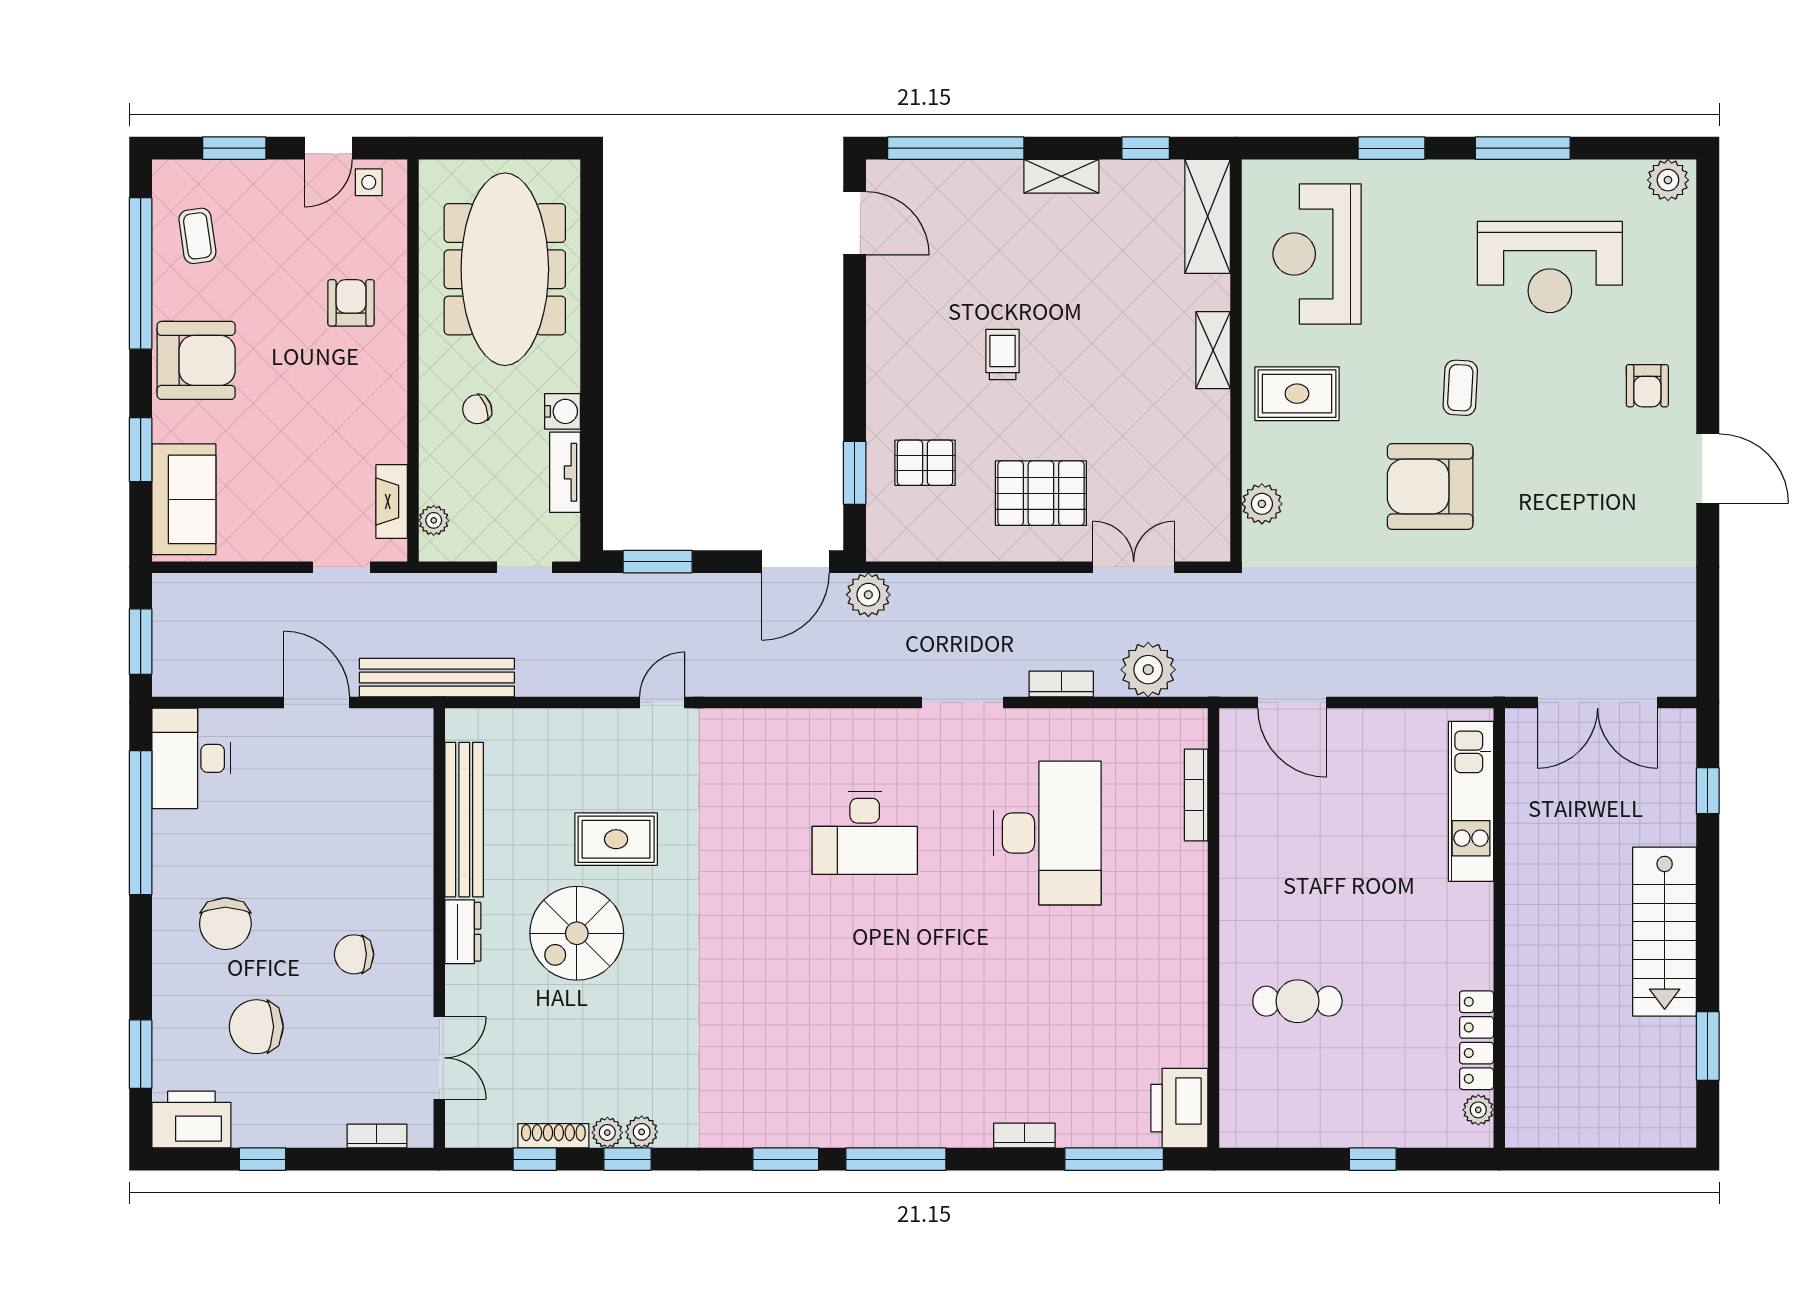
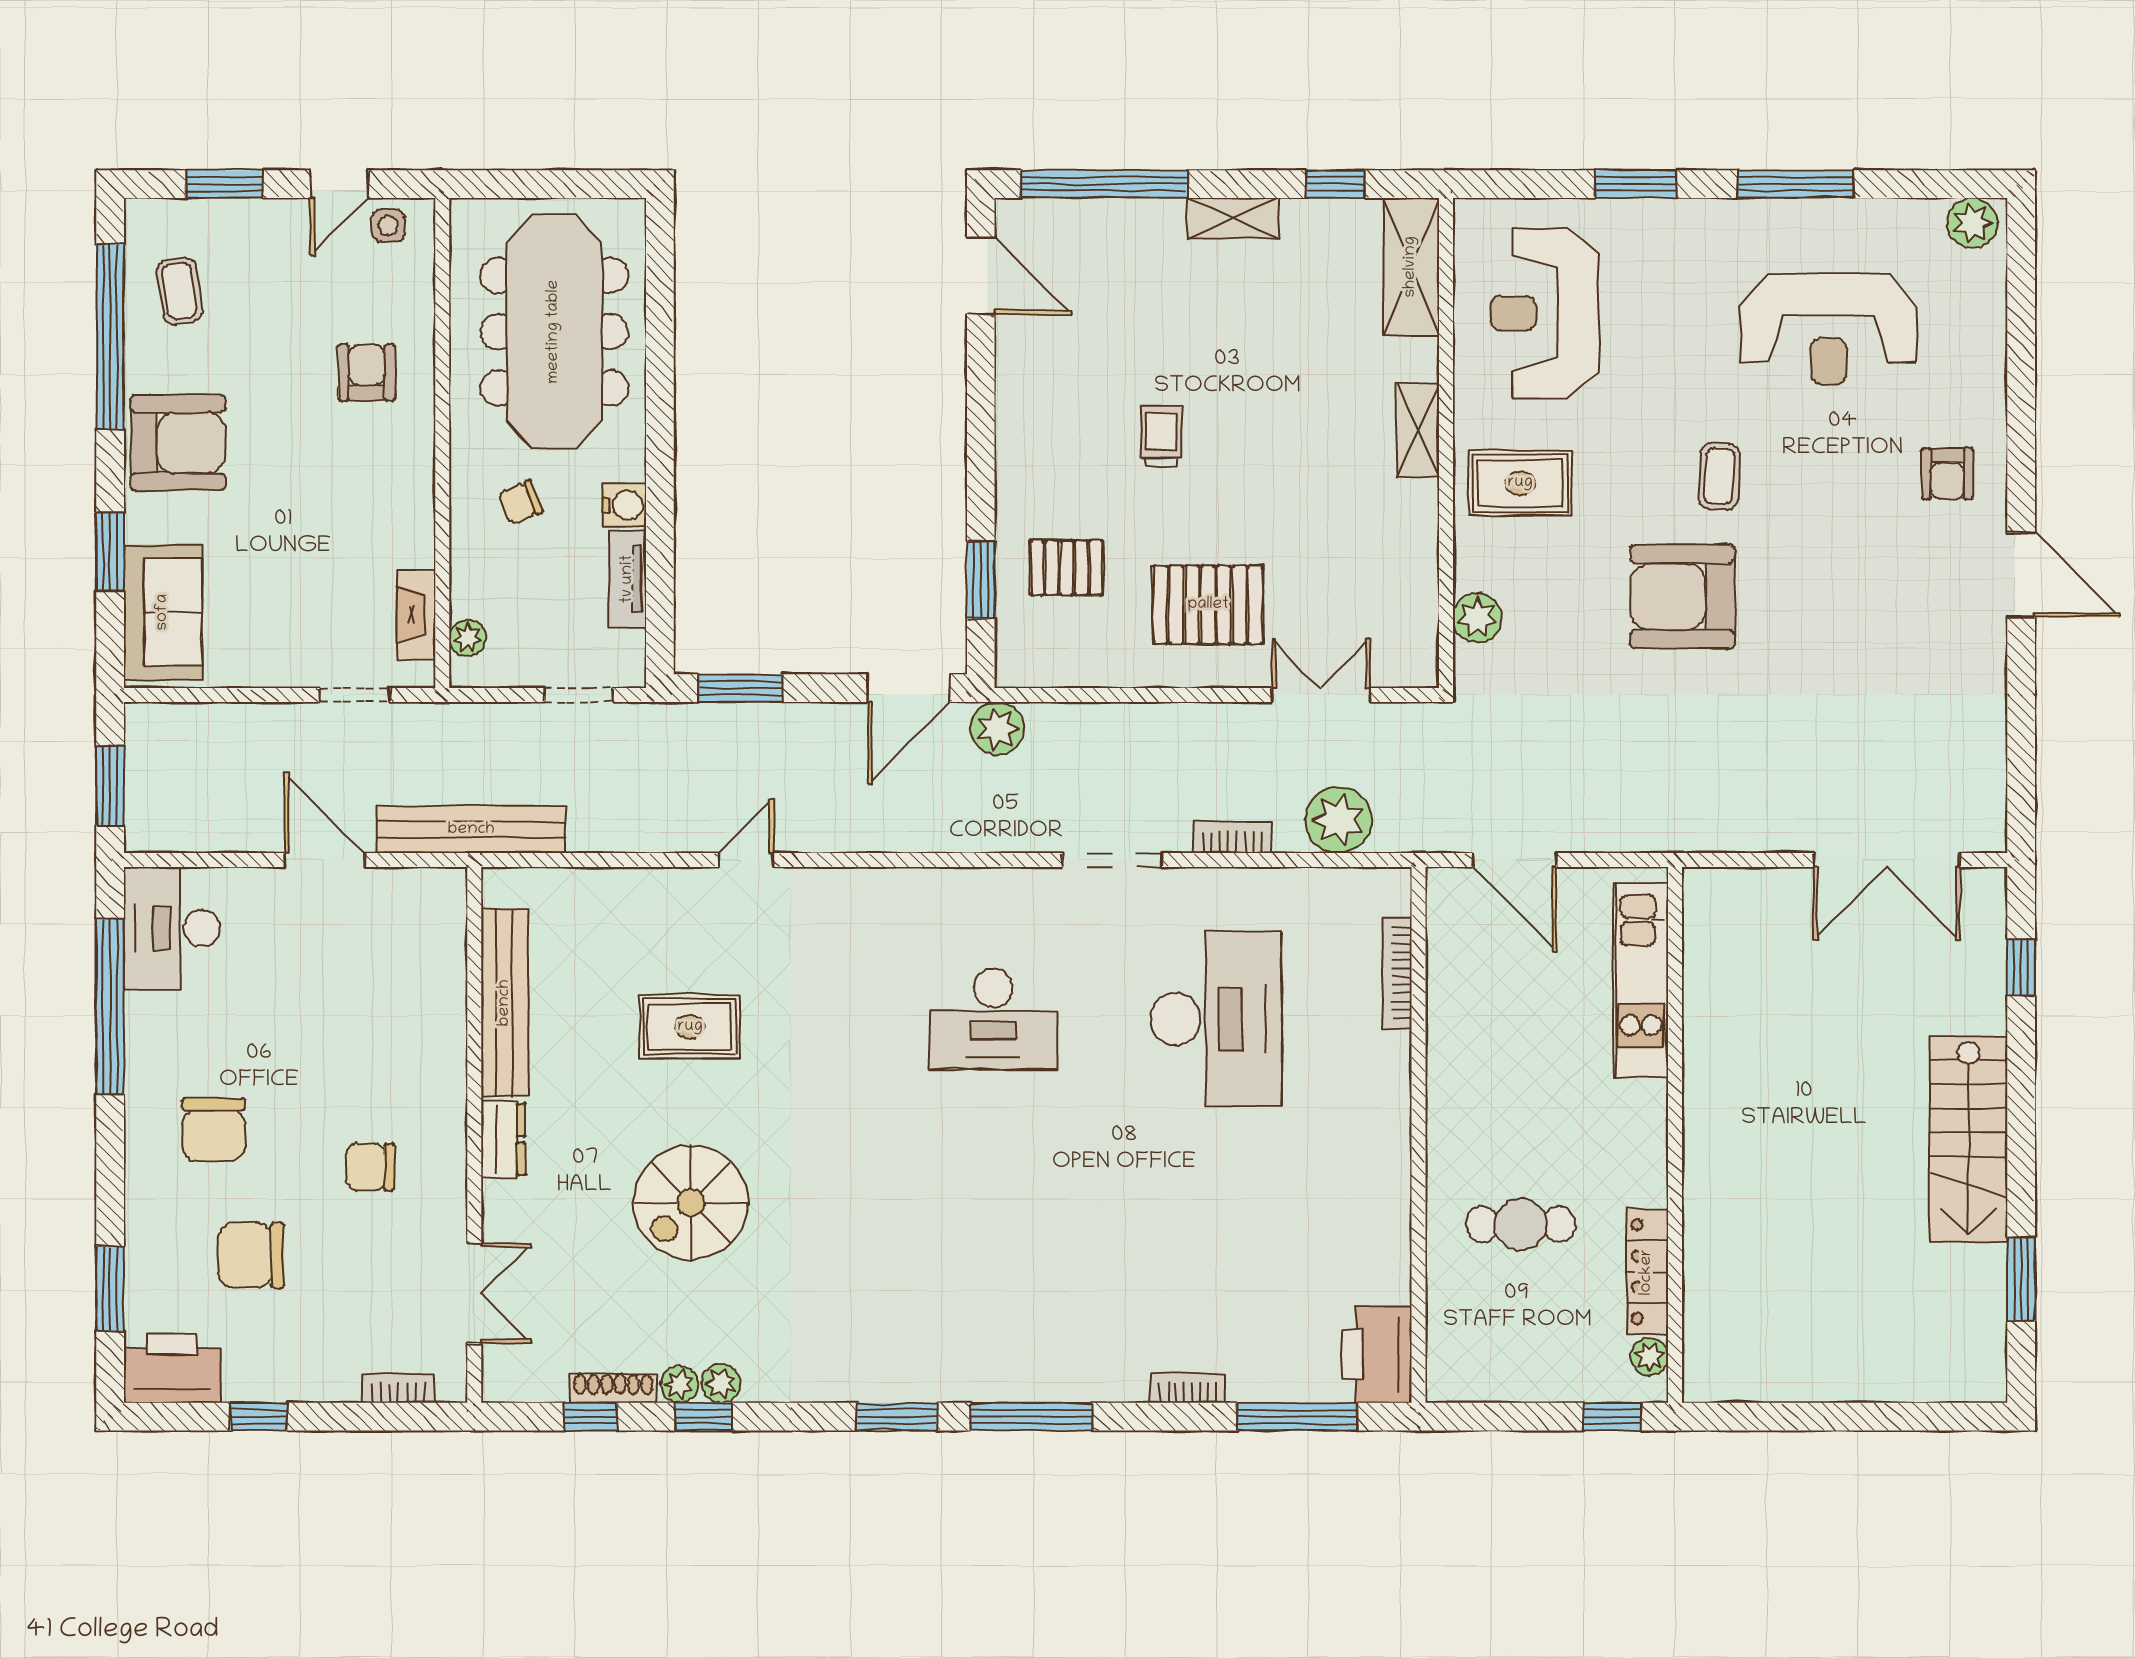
kitchen unit: (1471, 801) -> (1641, 981), moved
wall: (1499, 928) -> (1675, 1135), moved
spiral stairs: (577, 933) -> (691, 1203), moved
locker: (1477, 1040) -> (1647, 1272), moved
plant: (1478, 1110) -> (1650, 1357), moved

